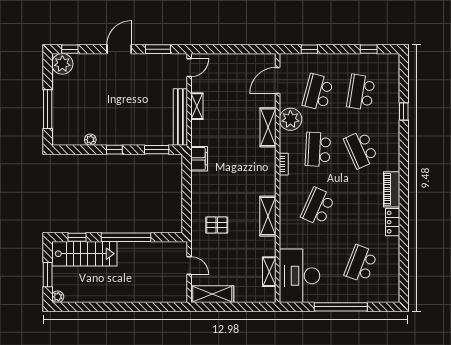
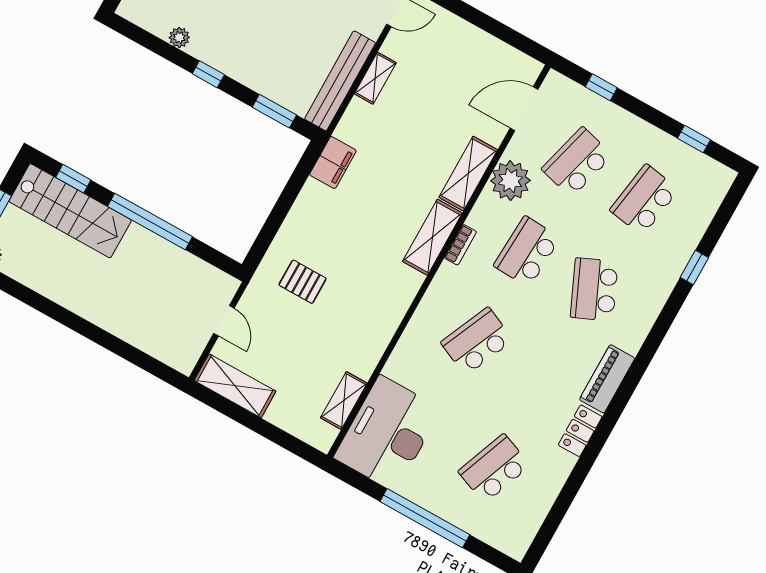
shelving: (268, 216) -> (432, 237), moved

